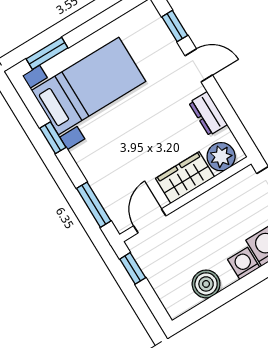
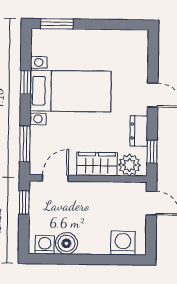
window: (175, 26) -> (152, 152), moved
bed with nightstands: (89, 86) -> (71, 91), moved
washing machine: (244, 263) -> (45, 245), moved

